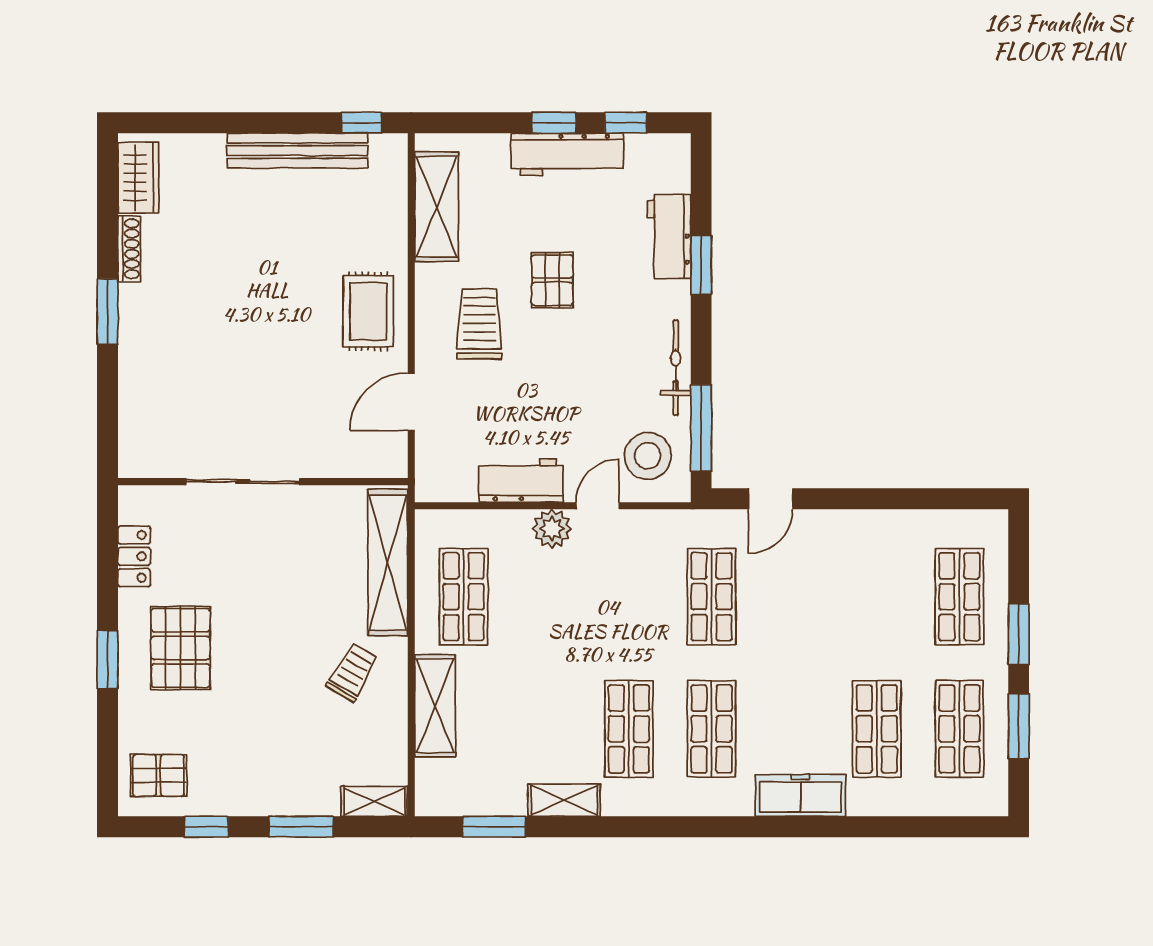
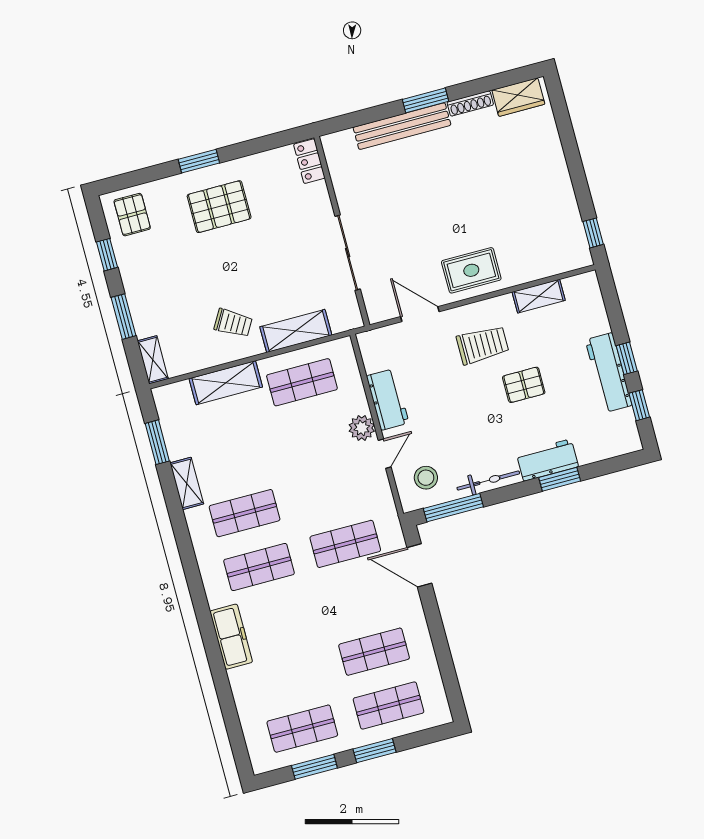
bench: (298, 151) -> (402, 126), moved, turned 90
shelving: (437, 207) -> (539, 296), width x0.67, depth x0.75
workbench: (669, 236) -> (547, 460), moved
stool: (648, 456) -> (426, 478), width x0.73, depth x0.73
sliding door: (243, 482) -> (348, 253), moved
door: (771, 499) -> (419, 565), width x1.38
door: (597, 506) -> (385, 454), hinge flipped
locker: (134, 556) -> (309, 161), moved, turned 90
shelving: (388, 562) -> (296, 331), width x0.68
shop shelf: (877, 729) -> (374, 652), moved

